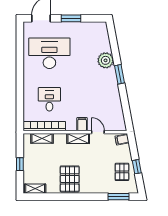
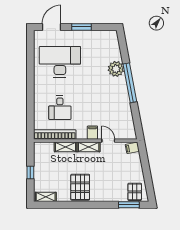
window: (120, 74) -> (130, 83), width x2.11
desk: (49, 99) -> (60, 108), turned 180
shelving: (42, 138) -> (65, 147), moved
window: (137, 167) -> (147, 175), removed
pallet: (122, 172) -> (135, 192), moved

